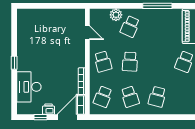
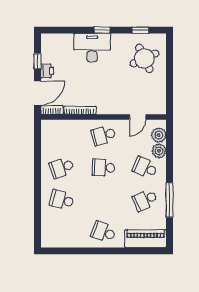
plant: (103, 15) -> (159, 135), added
round table: (38, 27) -> (144, 58), added
window: (14, 30) -> (140, 30), added
desk: (29, 87) -> (92, 48), moved
school desk: (103, 97) -> (145, 200), moved, turned -45
door: (67, 117) -> (38, 93), hinge flipped

